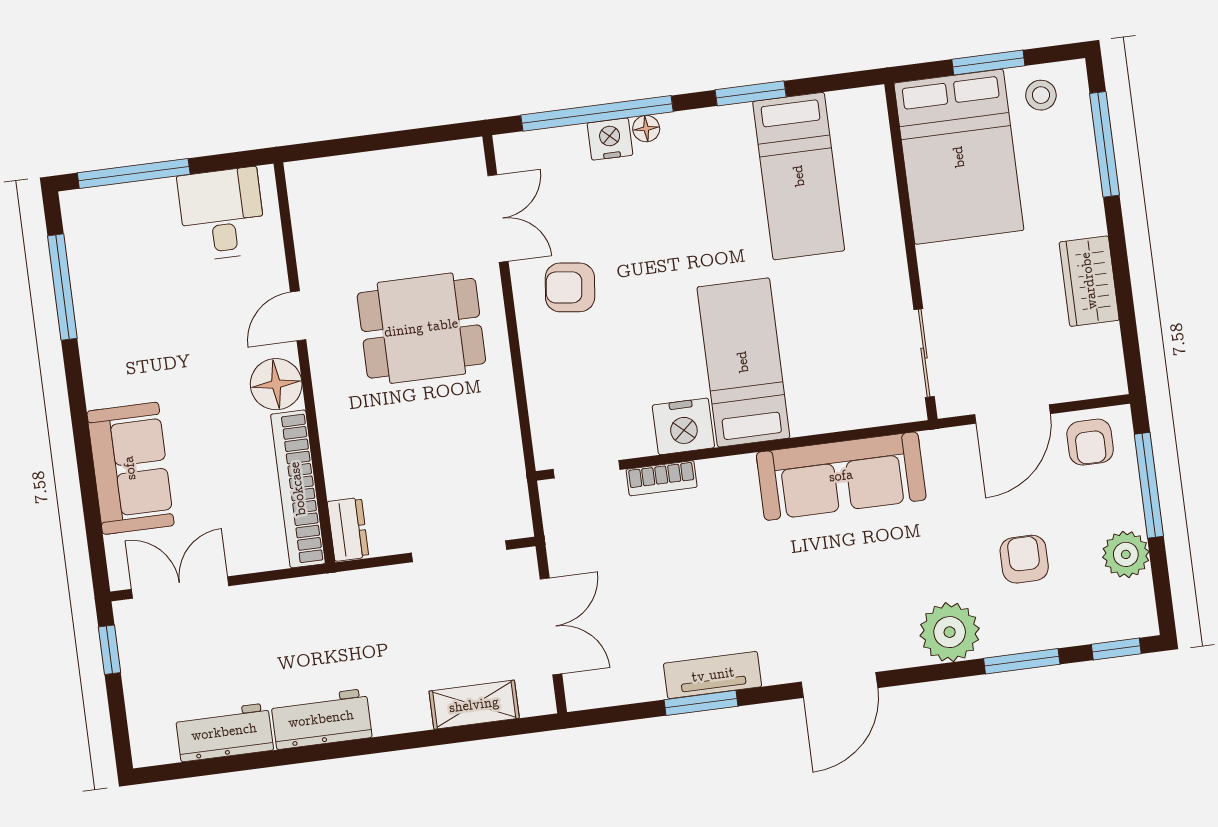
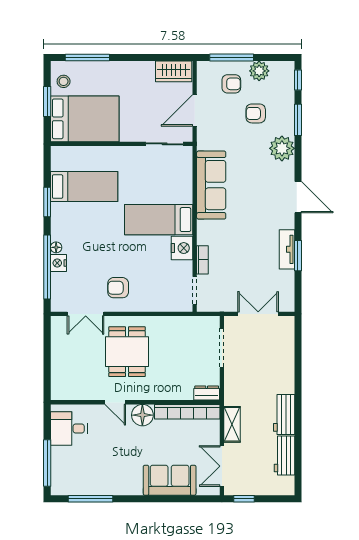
double door: (498, 219) -> (86, 314), swing flipped
wardrobe: (1089, 281) -> (174, 71), moved
armchair: (570, 287) -> (118, 288), turned 83
door: (1013, 414) -> (195, 110), swing flipped
armchair: (1090, 442) -> (231, 84), moved
shelving: (474, 705) -> (232, 424), moved

